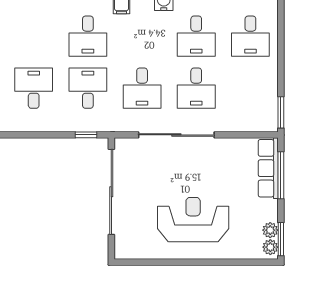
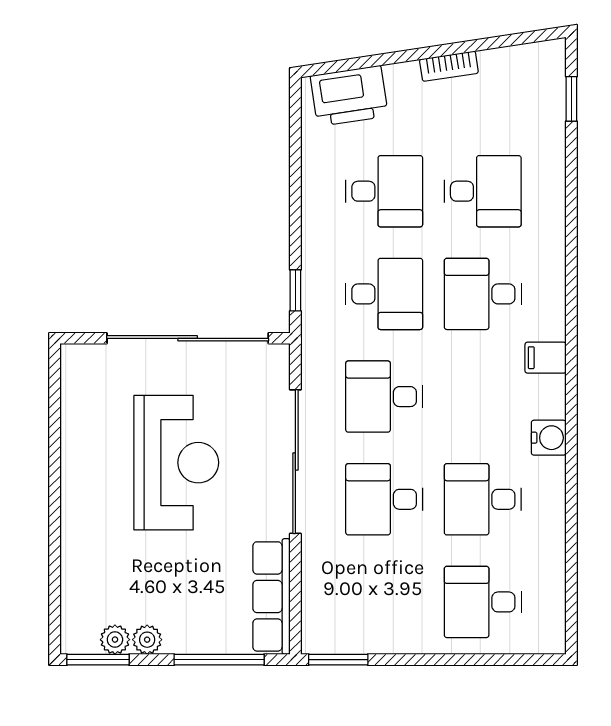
desk: (34, 36) -> (483, 191), added
row of seats: (268, 168) -> (272, 596), moved, turned -90
reception desk: (193, 220) -> (176, 463), moved
plant: (270, 247) -> (147, 640), moved

